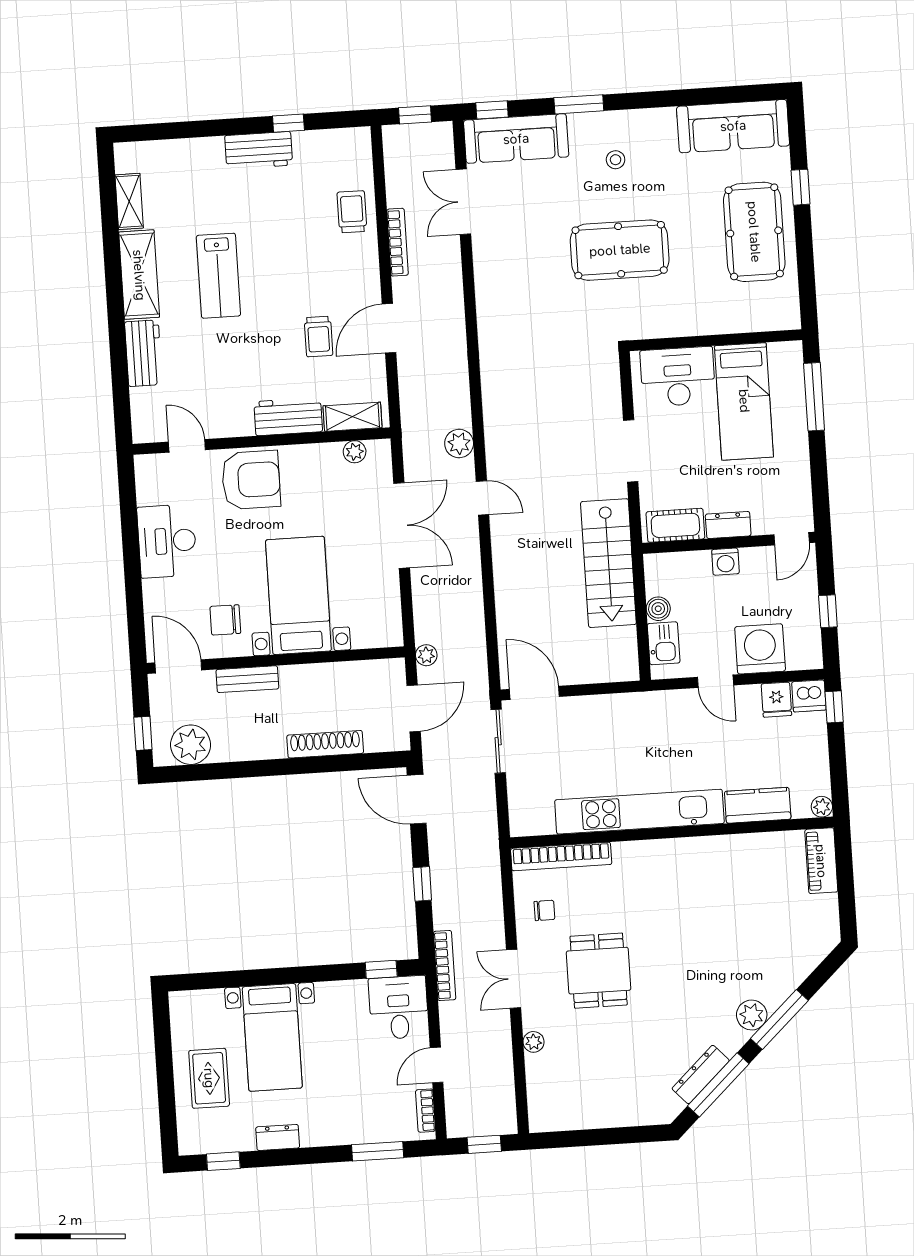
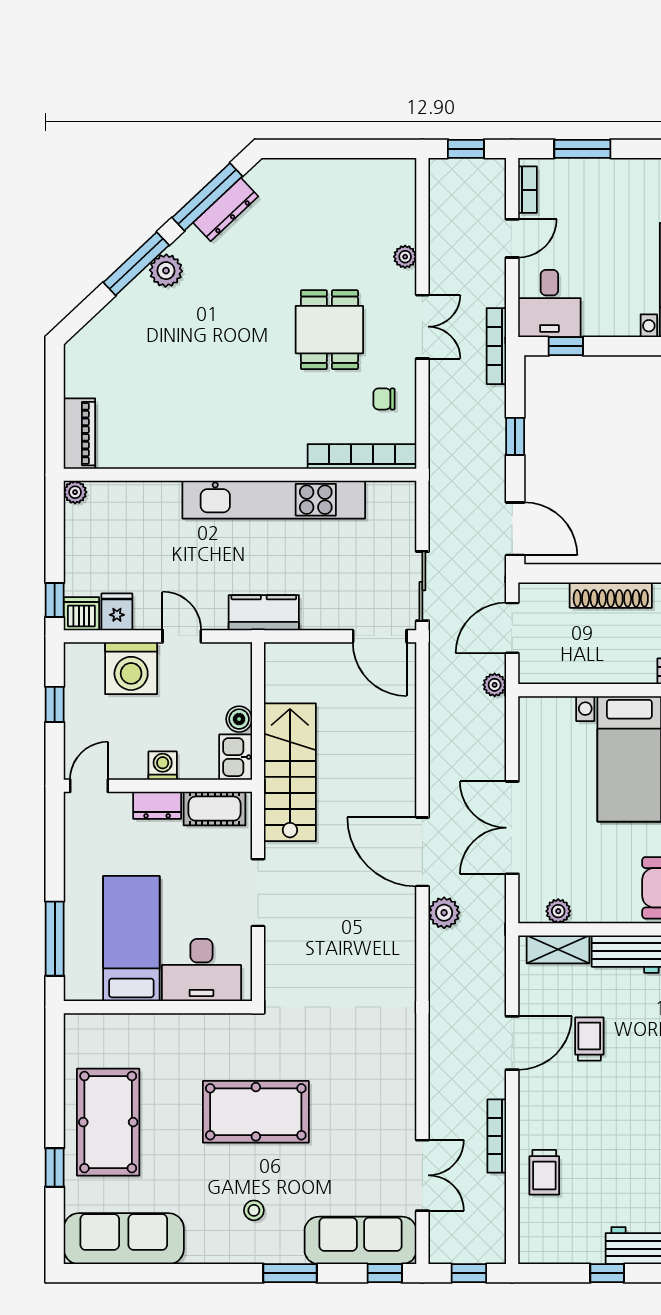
door: (482, 498) -> (422, 852), width x1.88
kitchen sink: (664, 643) -> (236, 757), moved
kitchen counter: (758, 805) -> (264, 613), moved, turned 180

